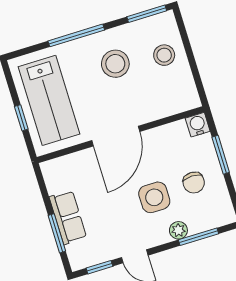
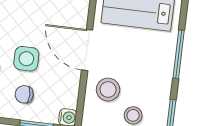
stool: (115, 64) -> (108, 90), moved

